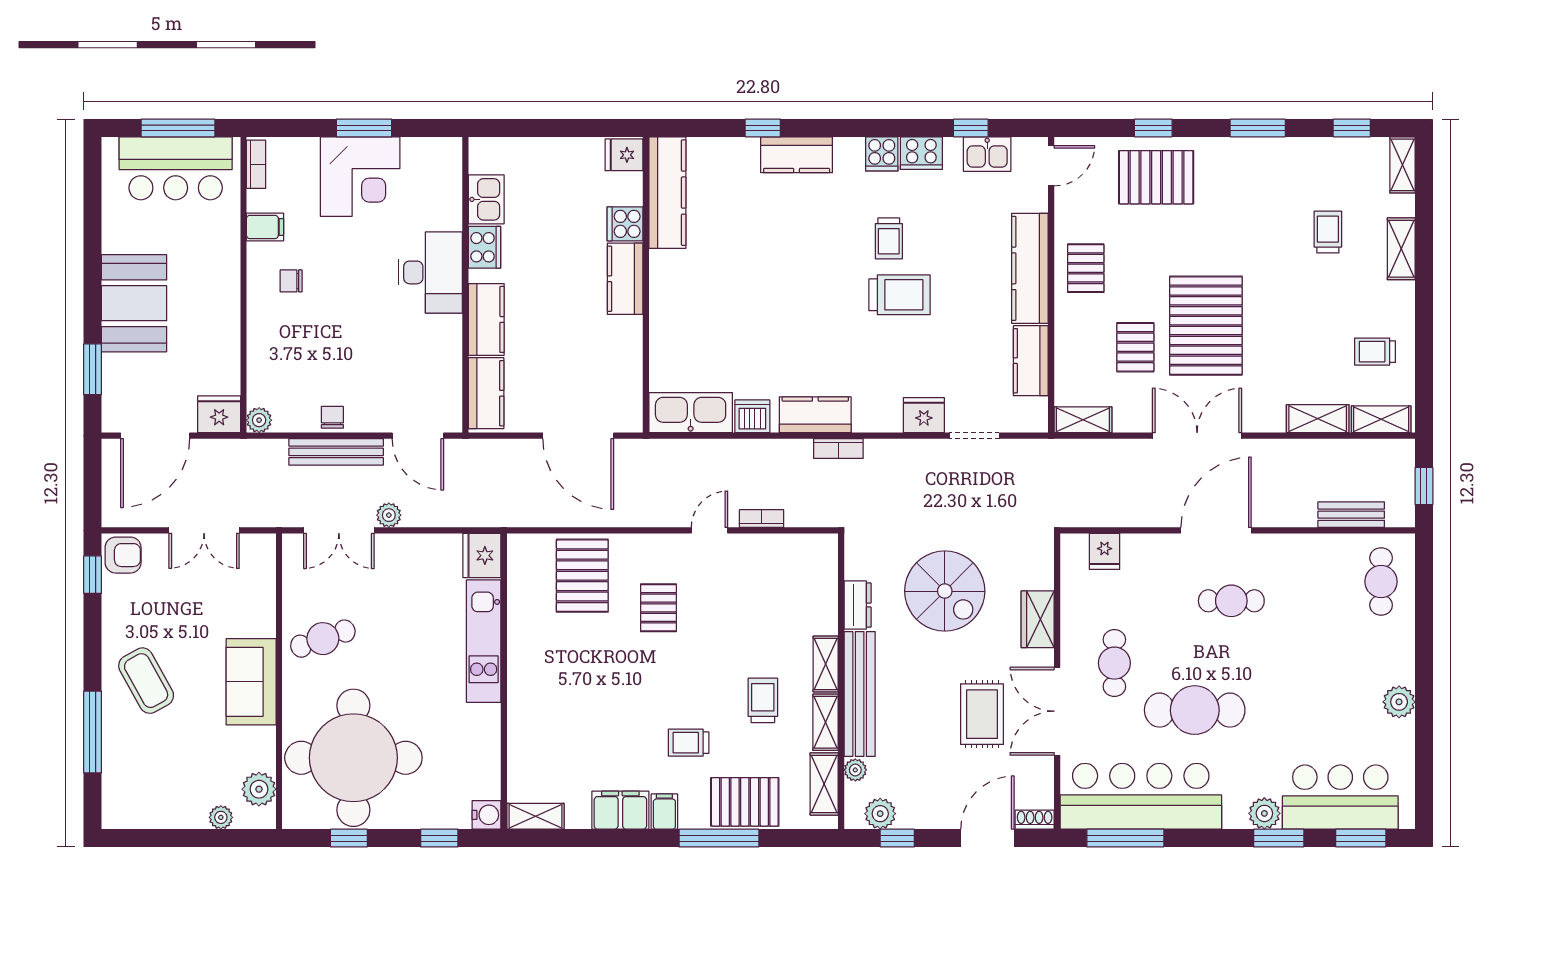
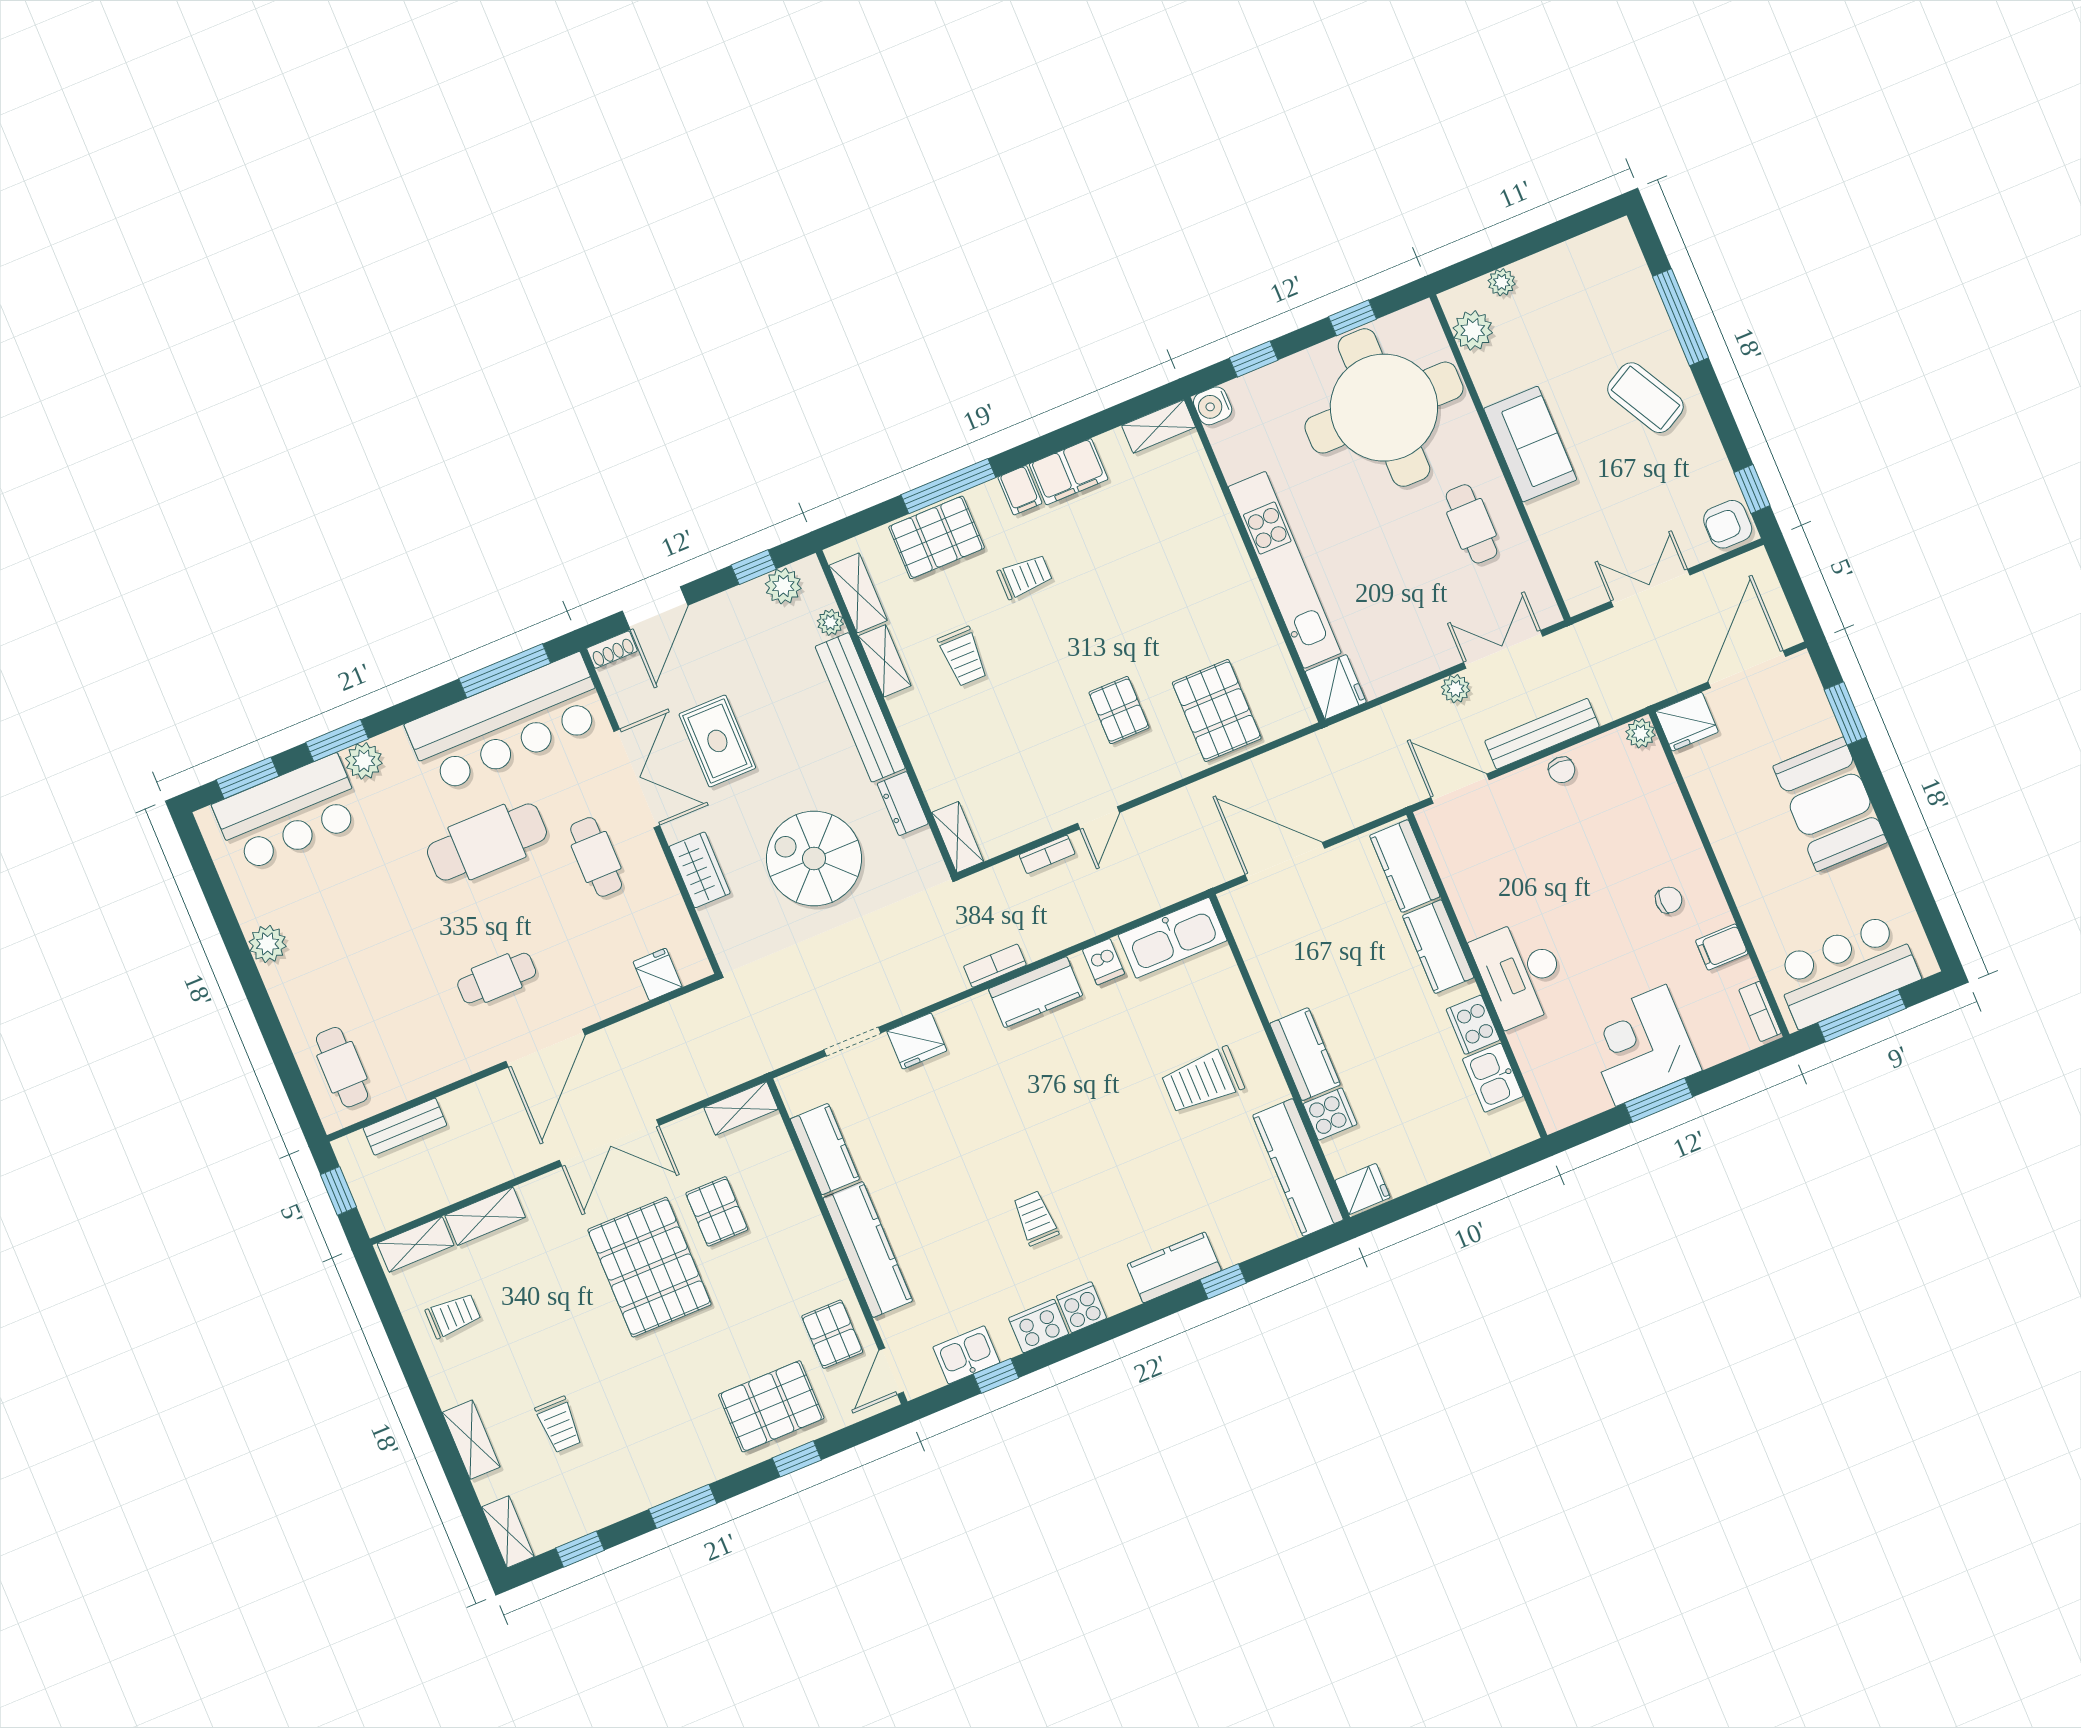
pallet: (1086, 268) -> (832, 1334), moved
trolley: (900, 295) -> (1203, 1080), moved
dishwasher: (752, 416) -> (1104, 962), width x0.73
cafe table: (323, 639) -> (1471, 524), turned -71
kitchen unit: (484, 641) -> (1285, 570), width x1.36
shelving: (826, 664) -> (958, 837), moved

